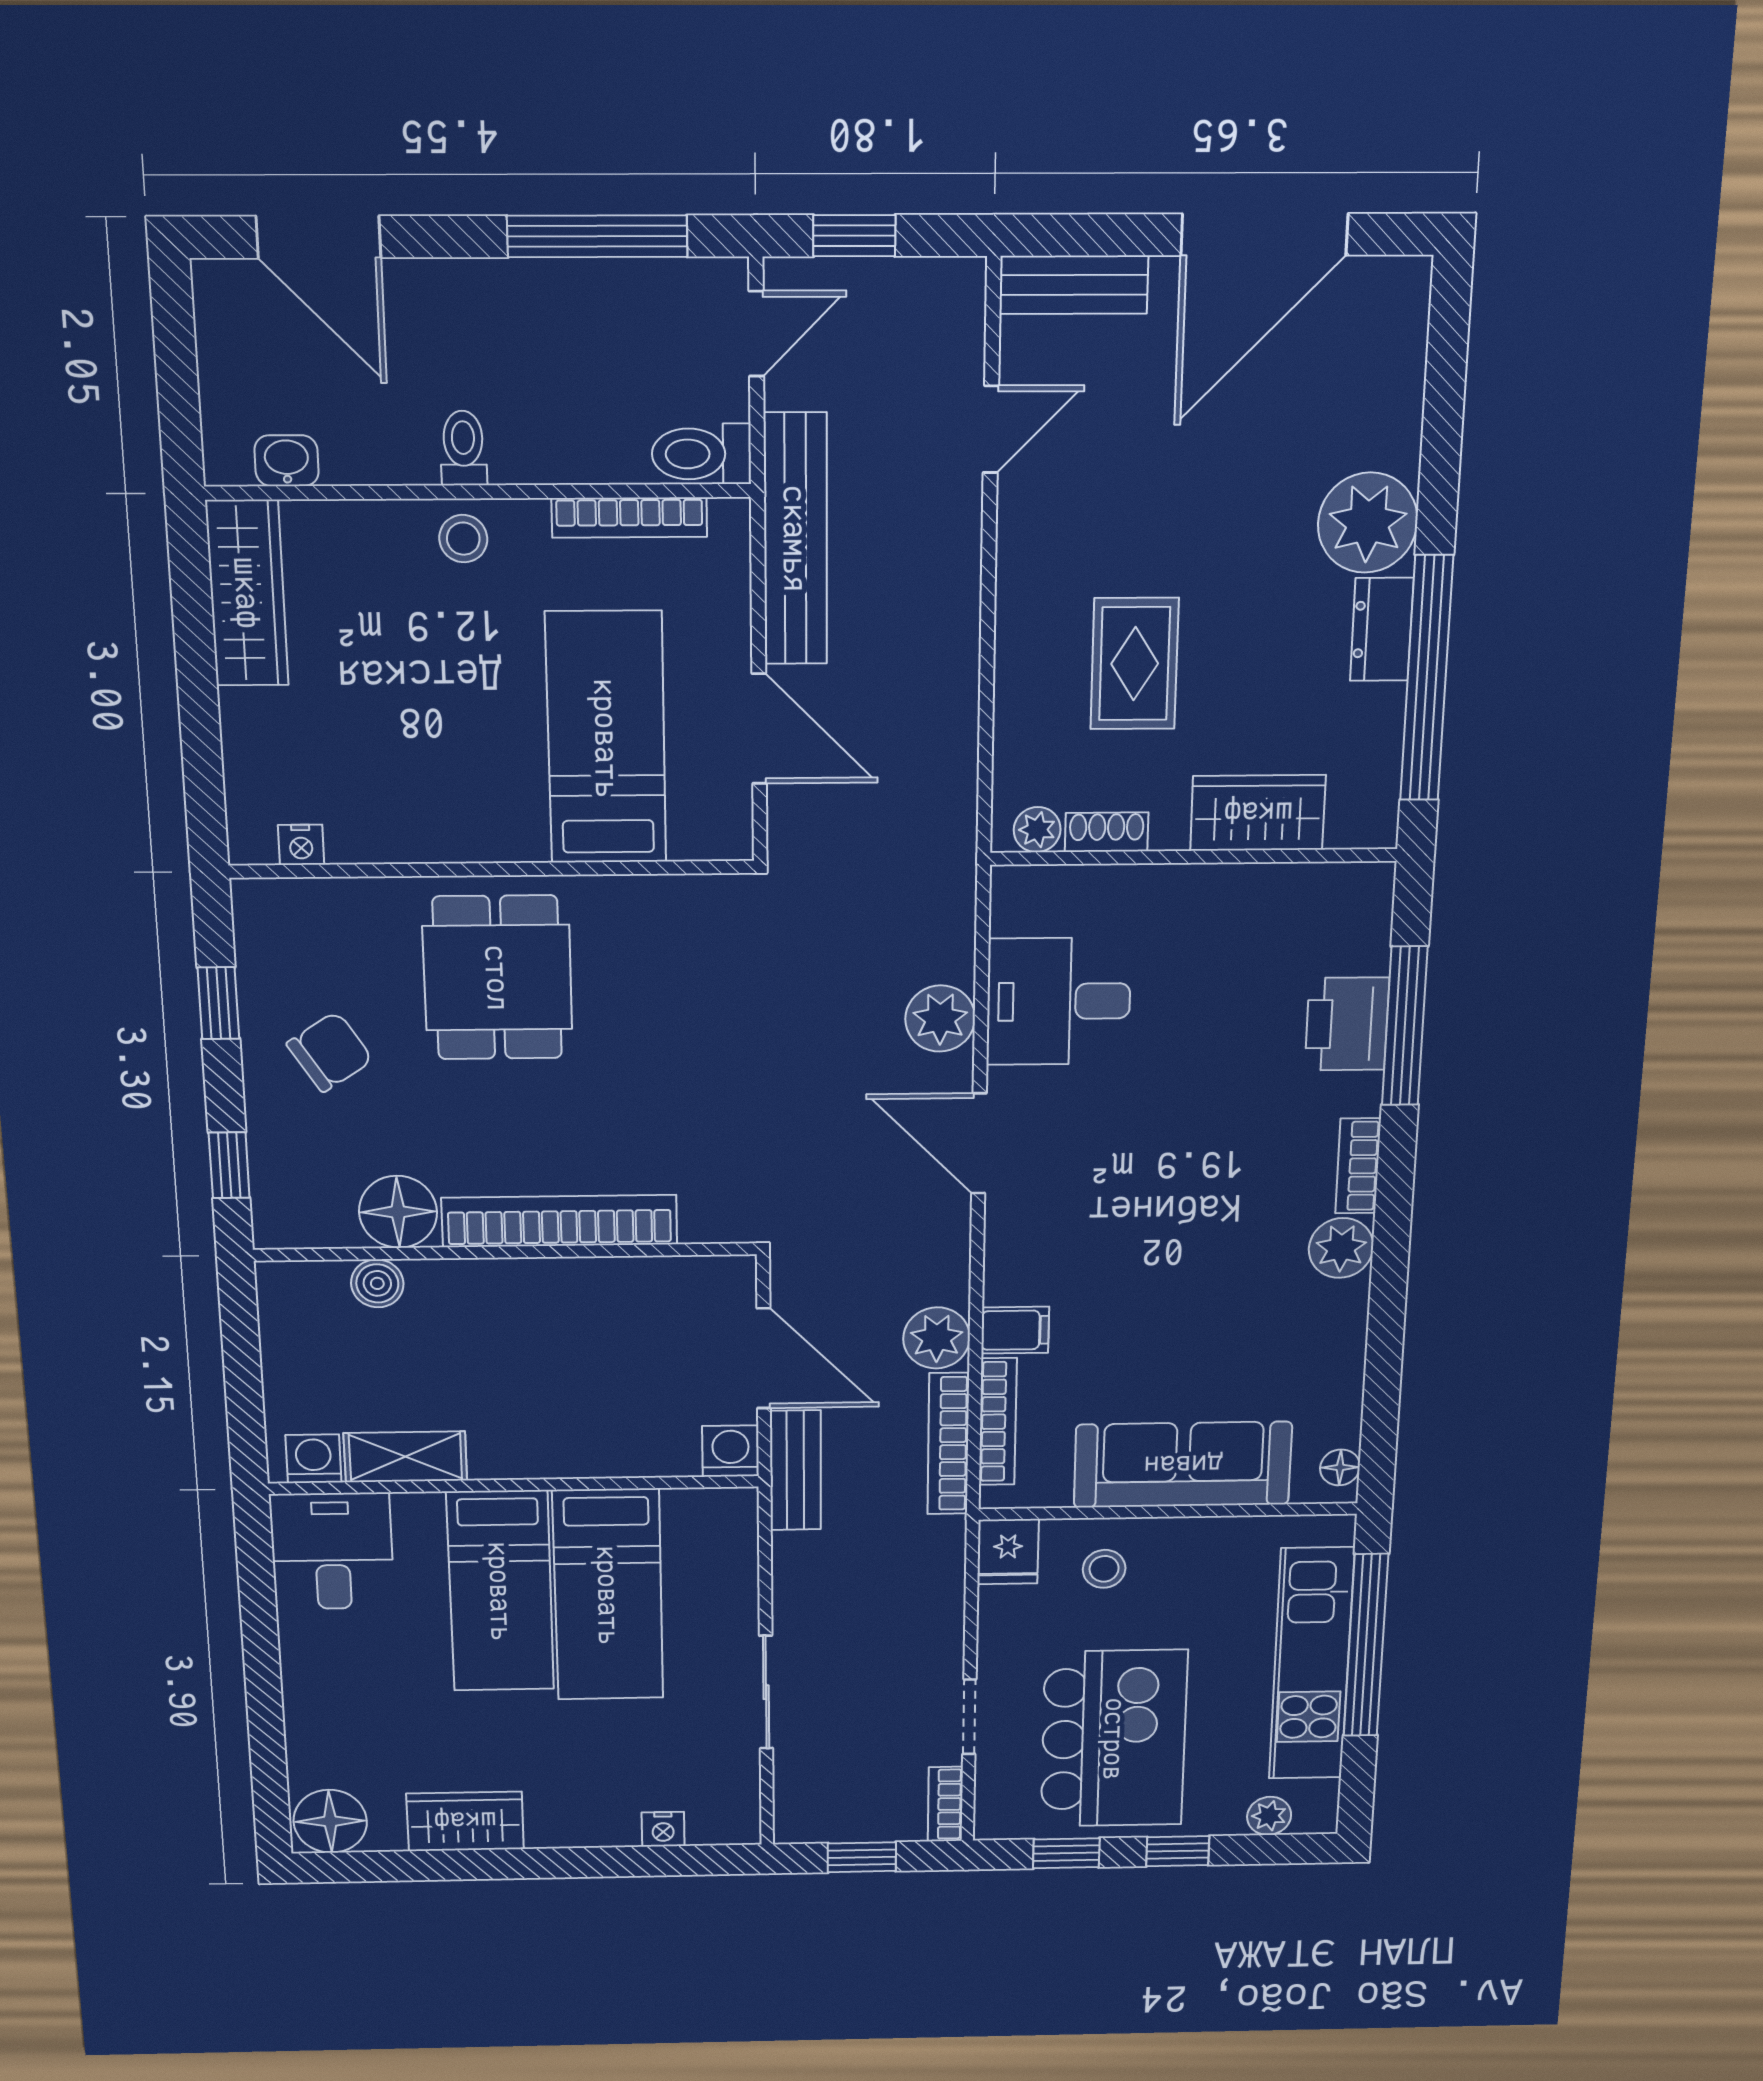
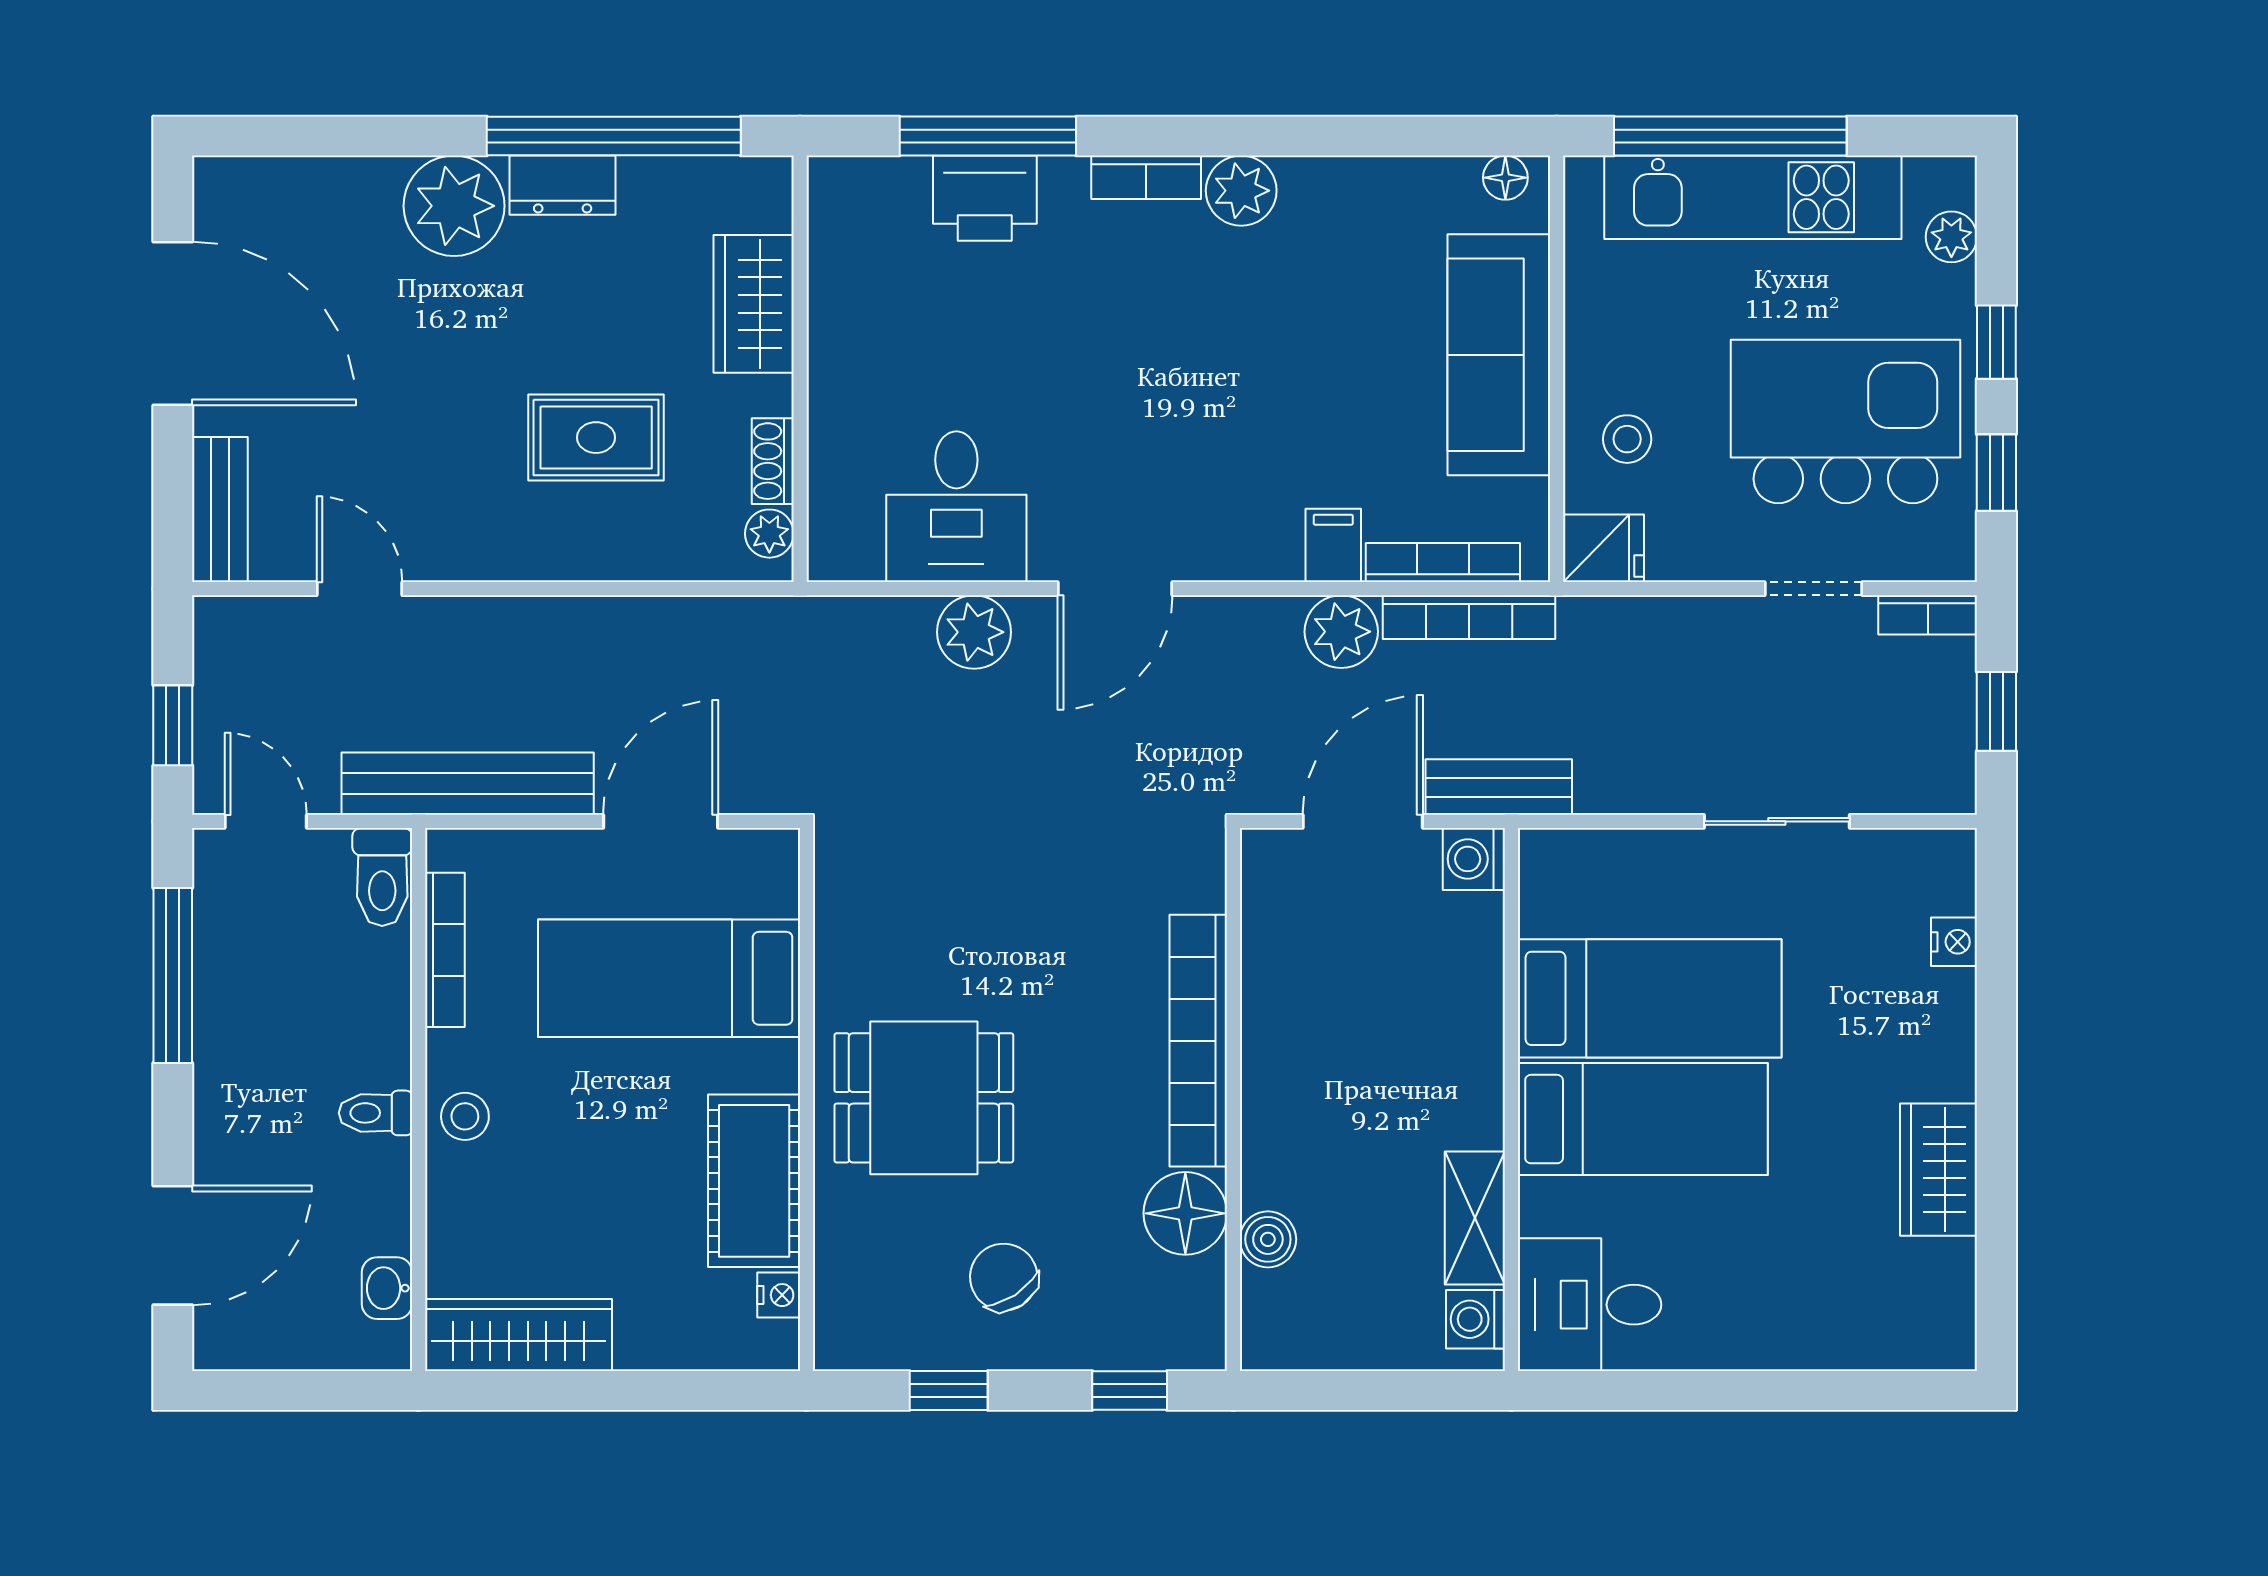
cot: (411, 821) -> (754, 1181), added
floor lamp: (330, 1821) -> (1935, 1324), removed

